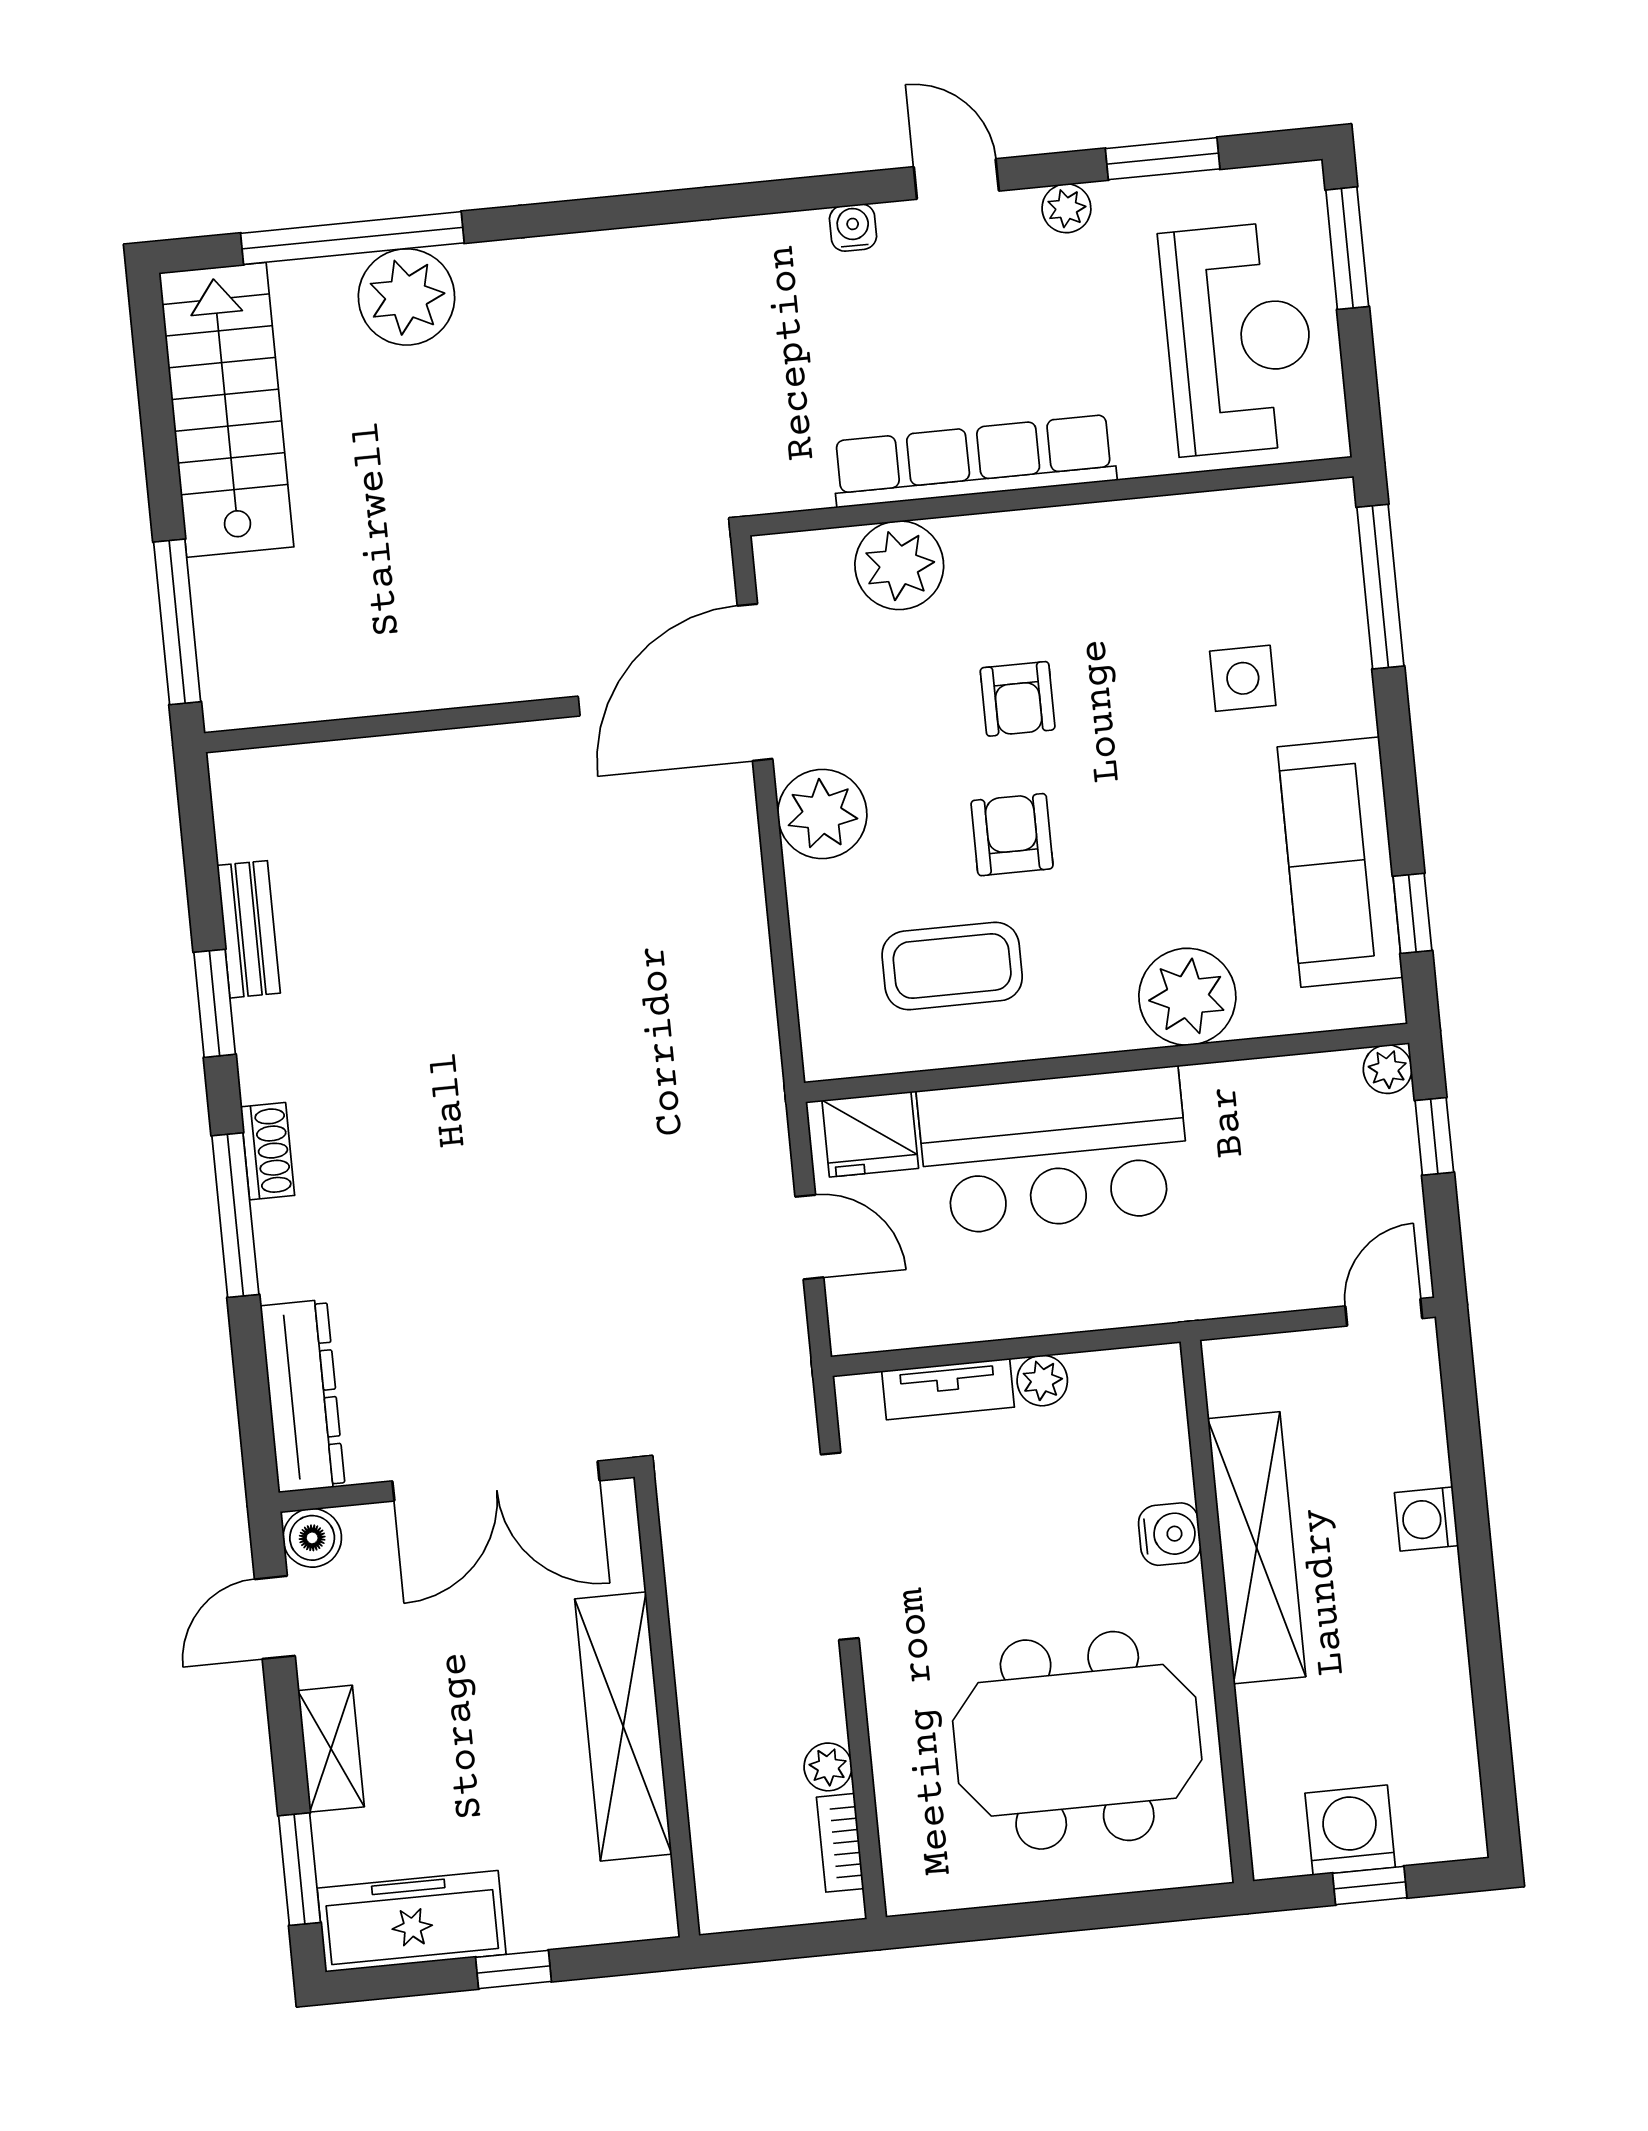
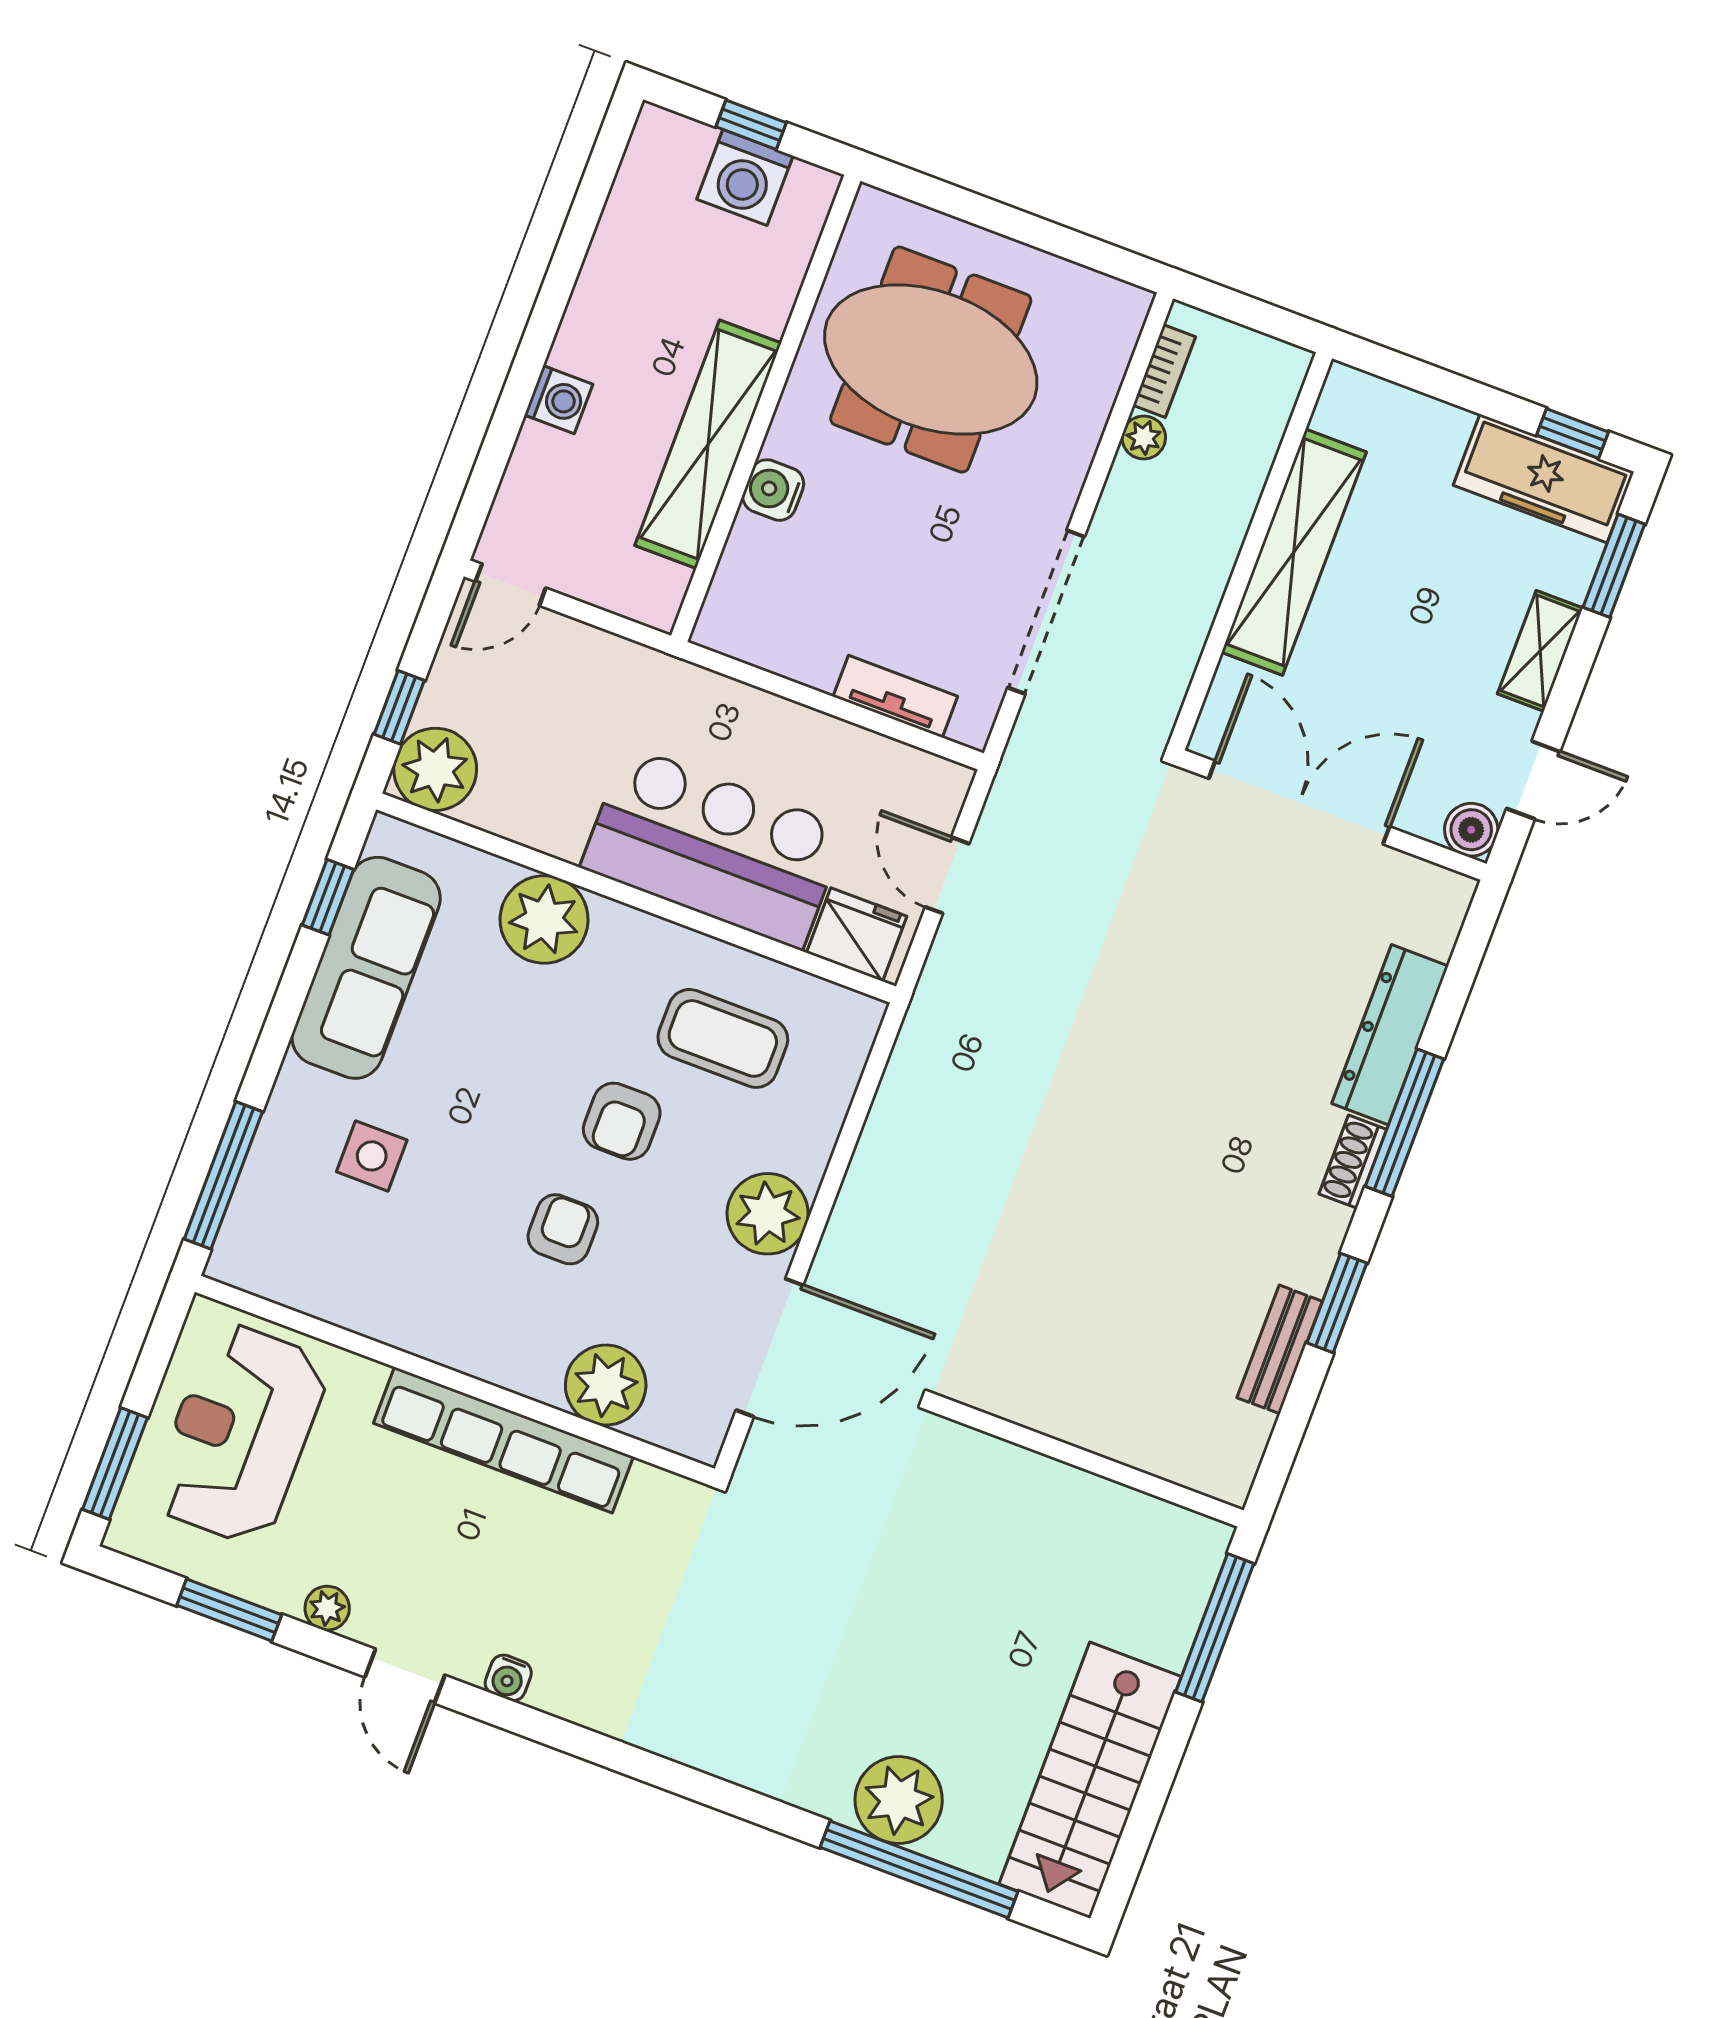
plant: (1388, 1069) -> (435, 769), width x1.88, depth x1.88
plant: (1042, 1381) -> (815, 666), removed
dresser: (303, 1396) -> (1390, 1035), moved
window: (513, 1969) -> (1572, 433), moved

